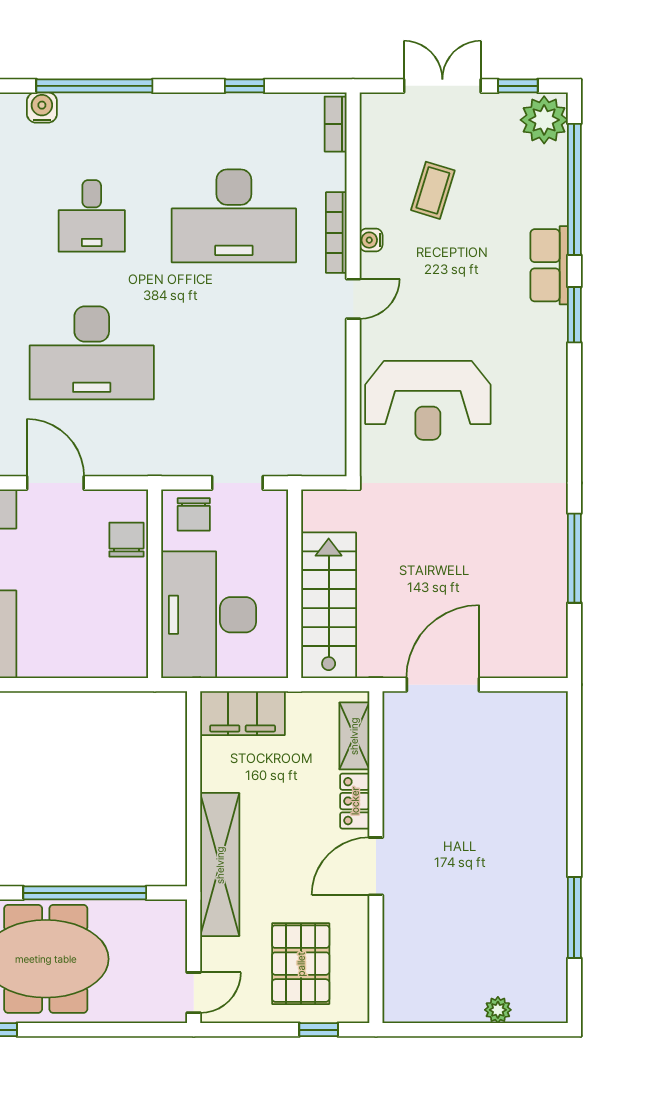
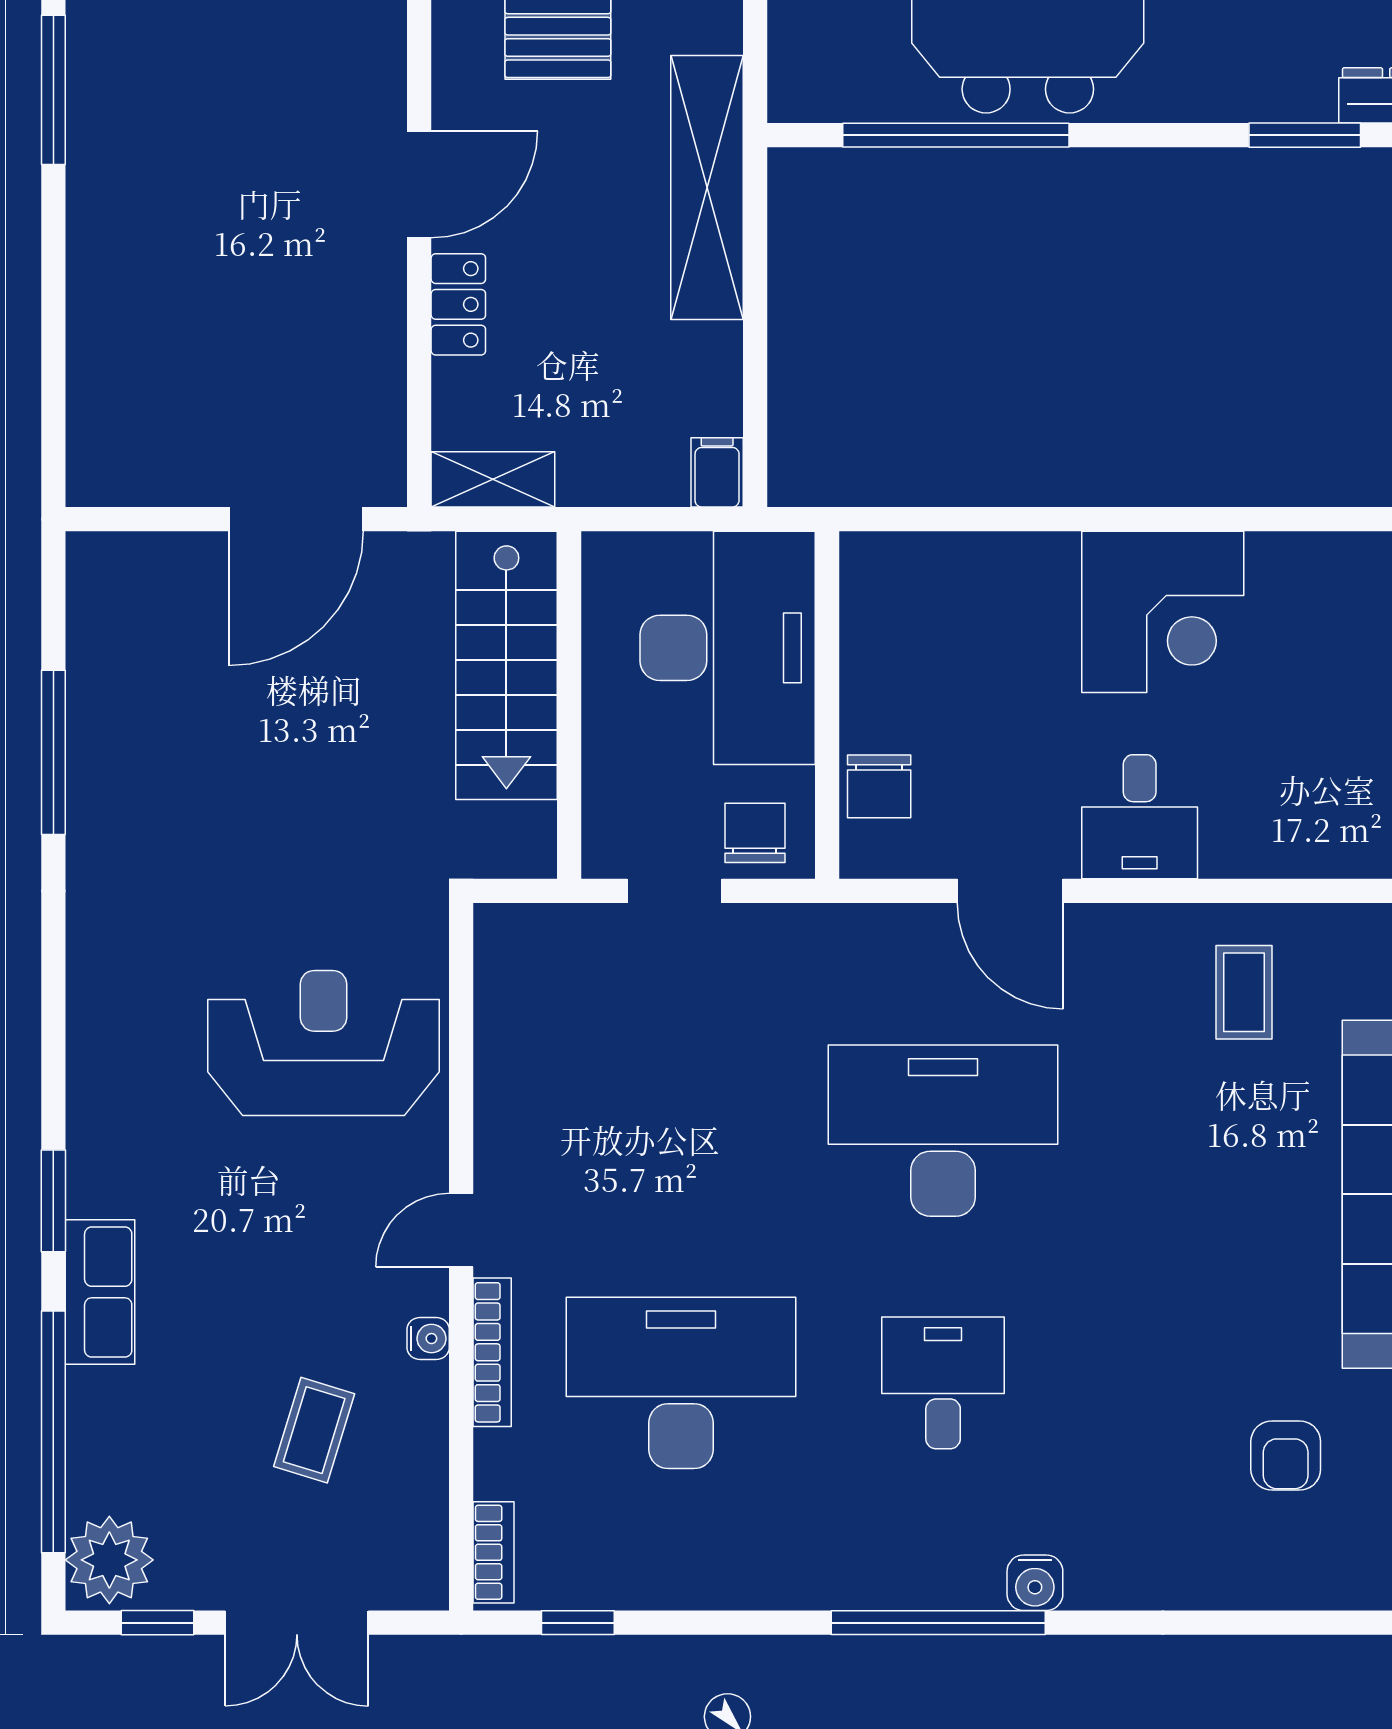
window: (244, 86) -> (578, 1623), moved
filing cabinet: (243, 713) -> (717, 472), width x0.33, depth x0.86
shelving: (354, 736) -> (493, 479), moved, turned 90

